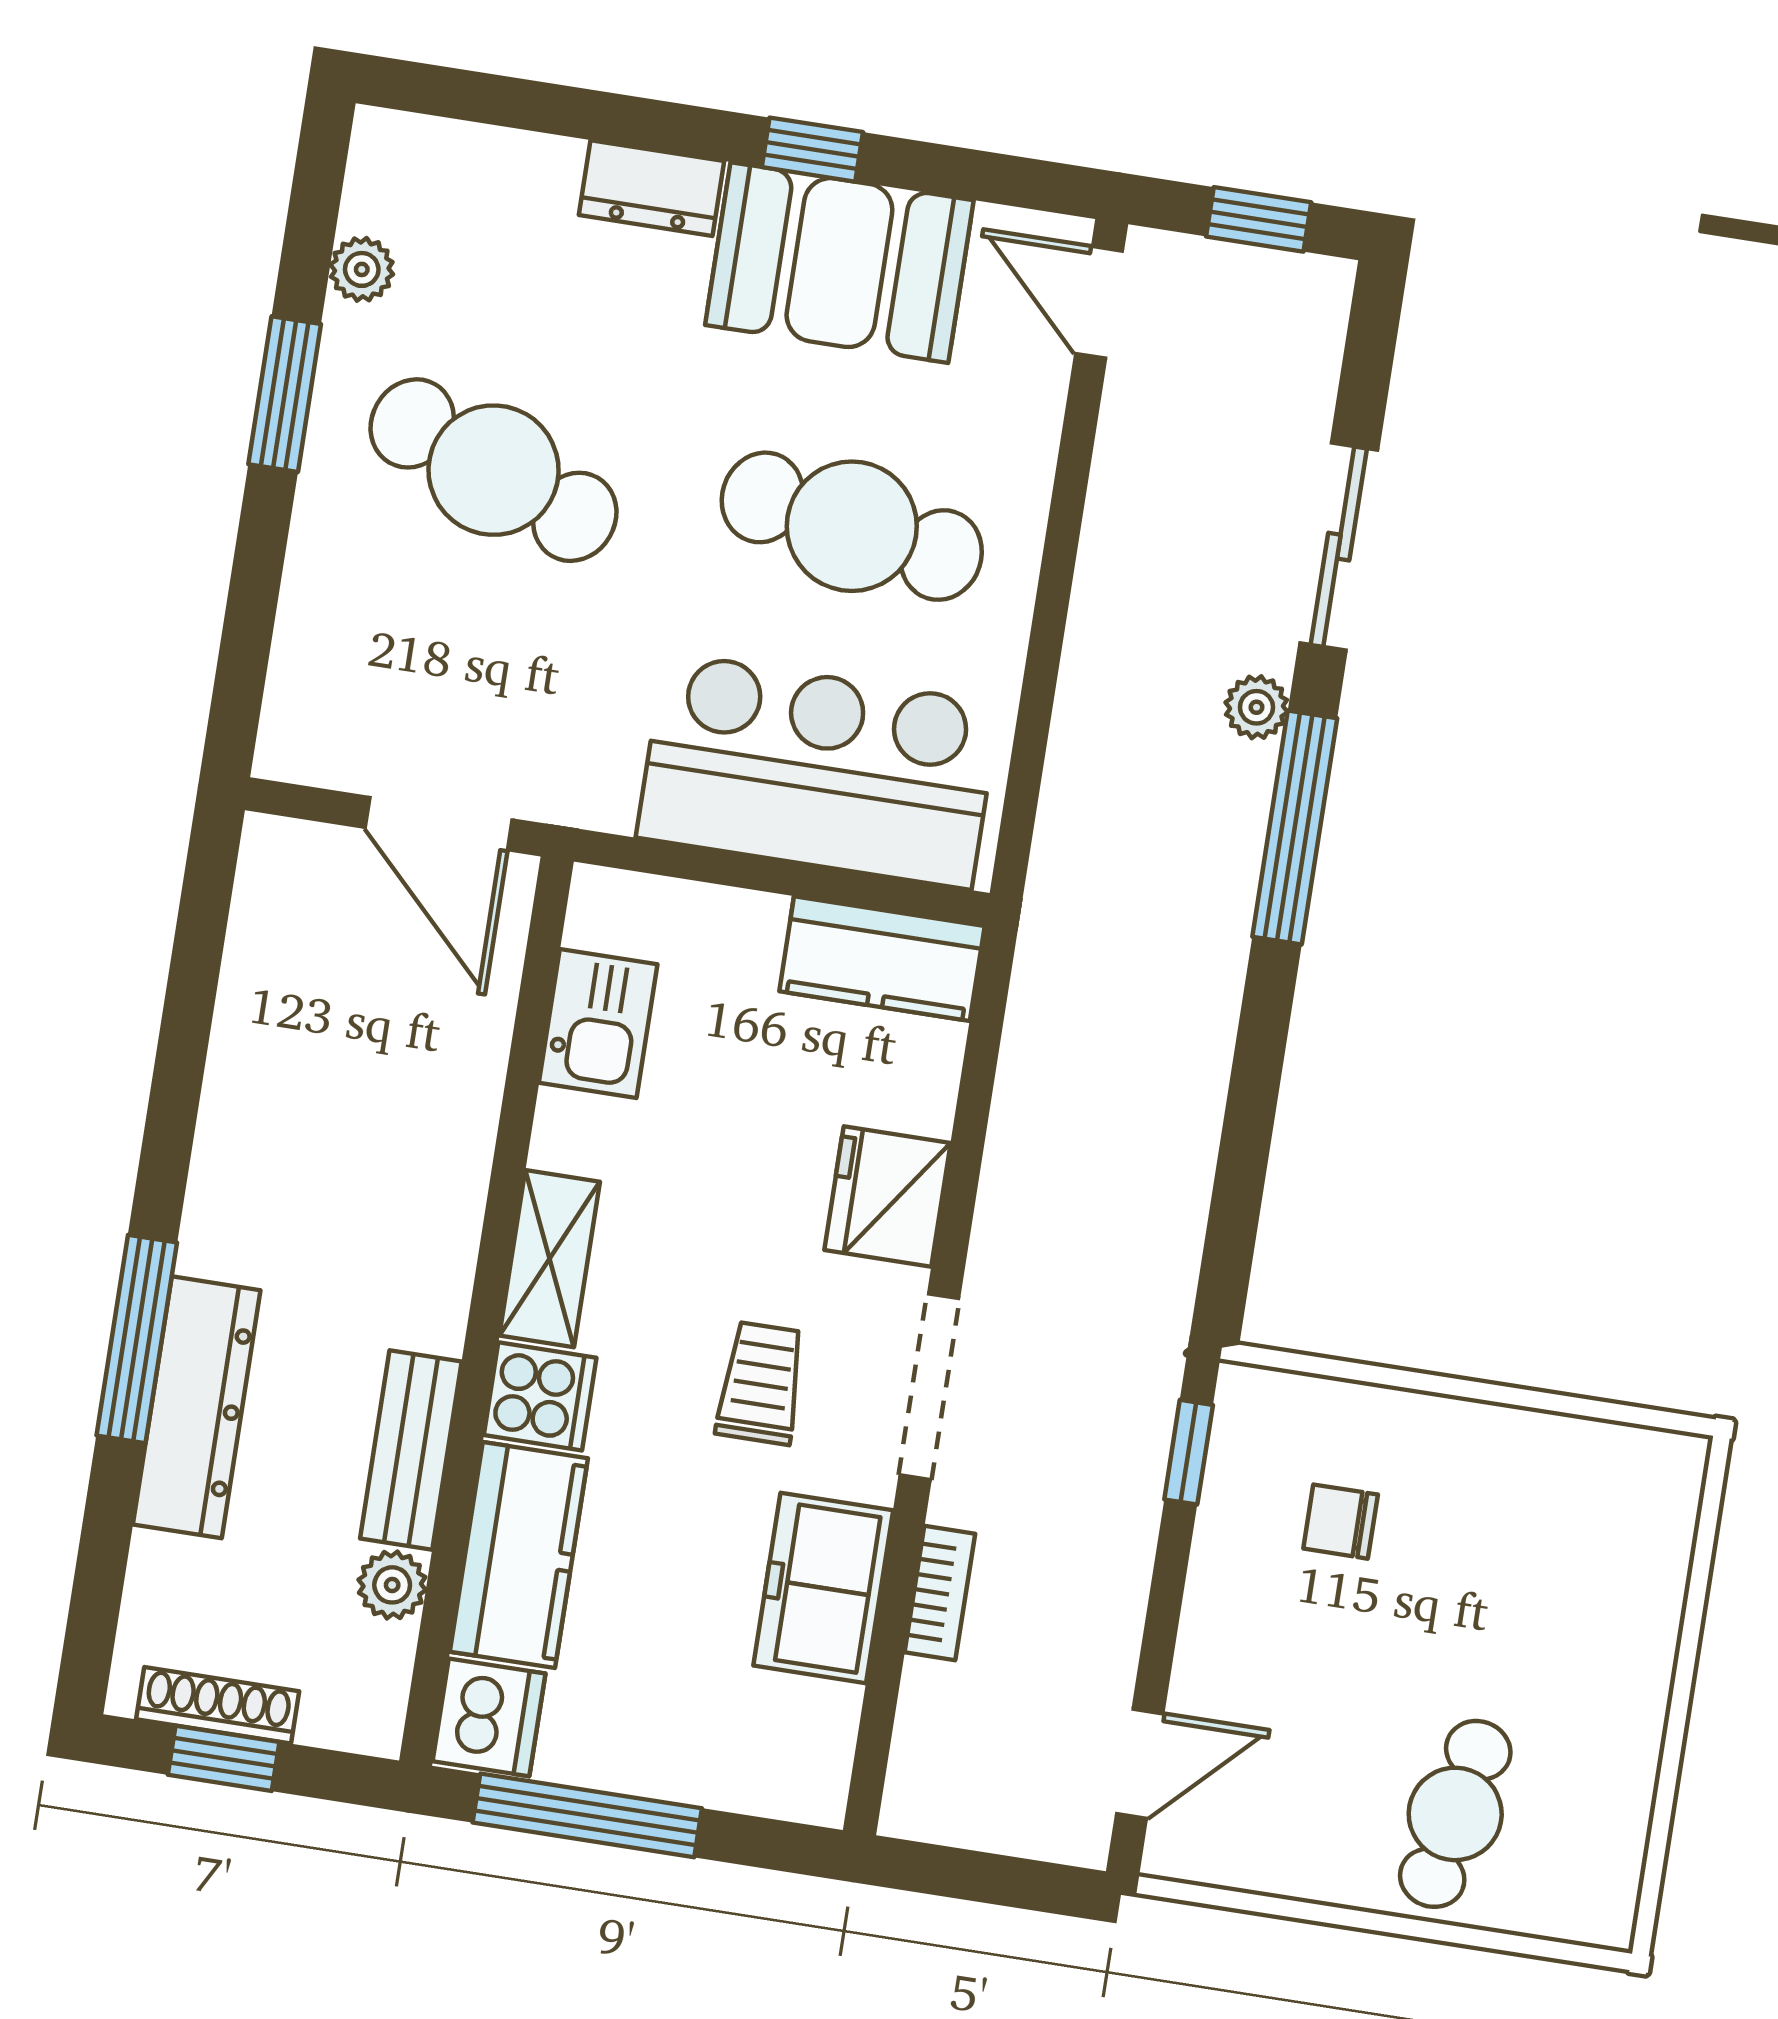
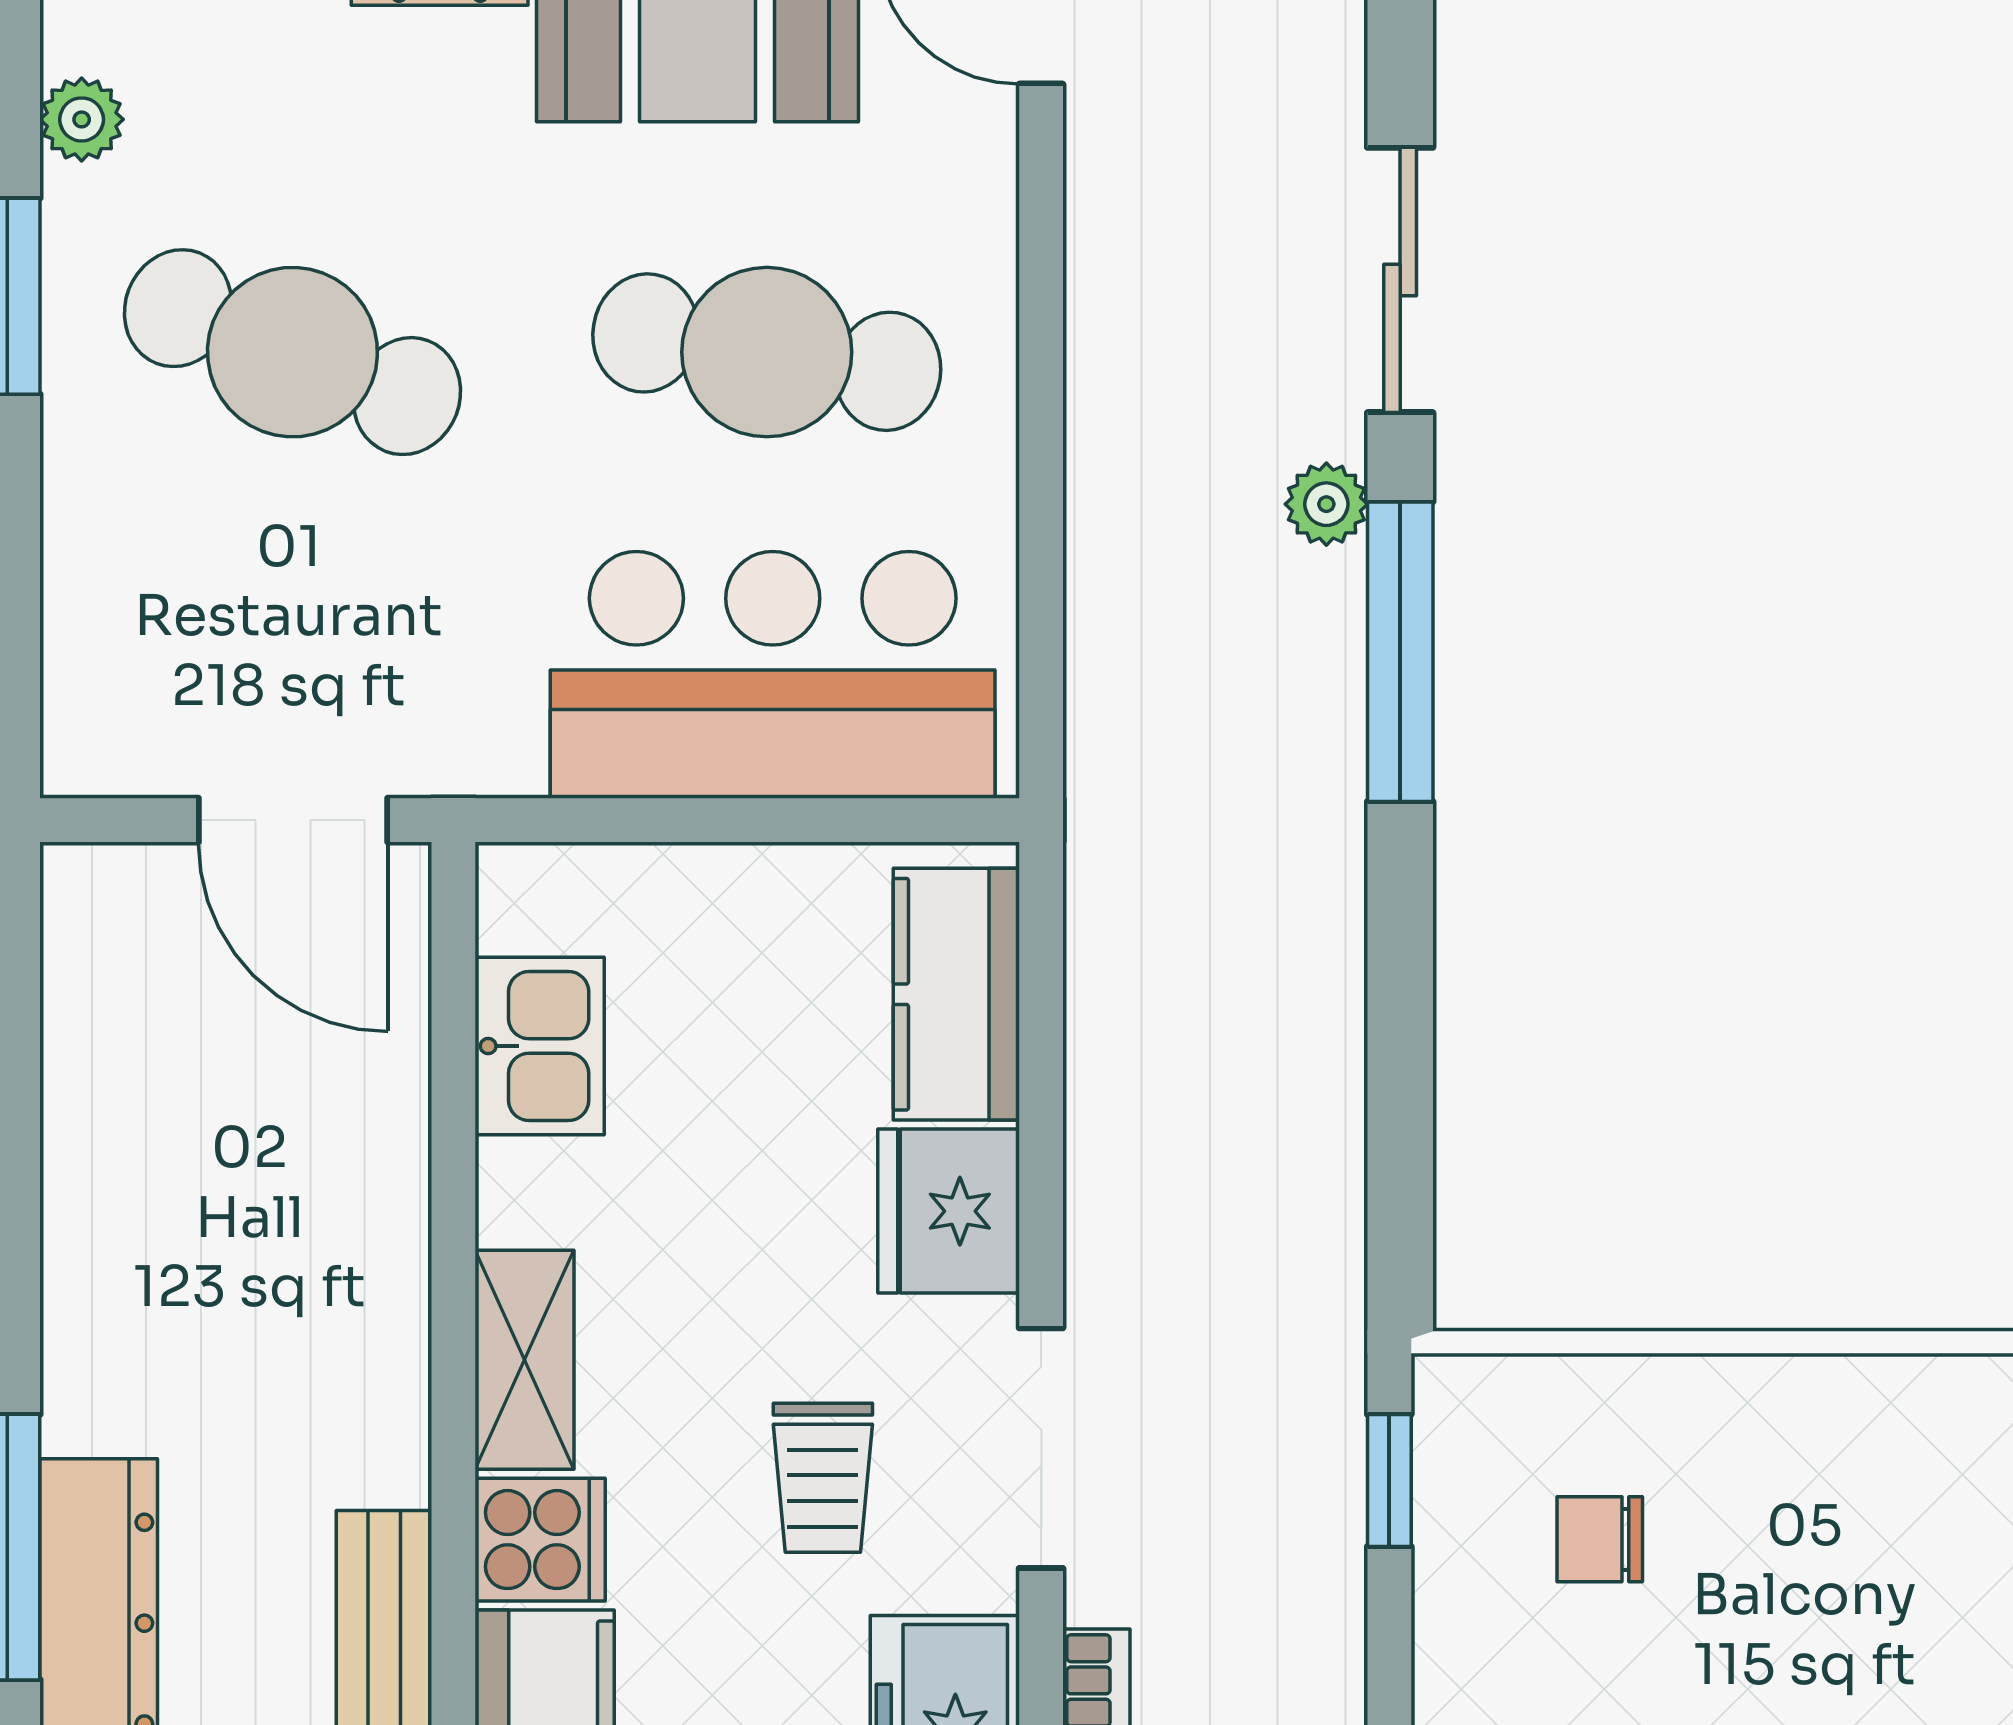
kitchen counter: (882, 959) -> (956, 994), moved, turned 90
trolley: (761, 1383) -> (823, 1478), turned 180

